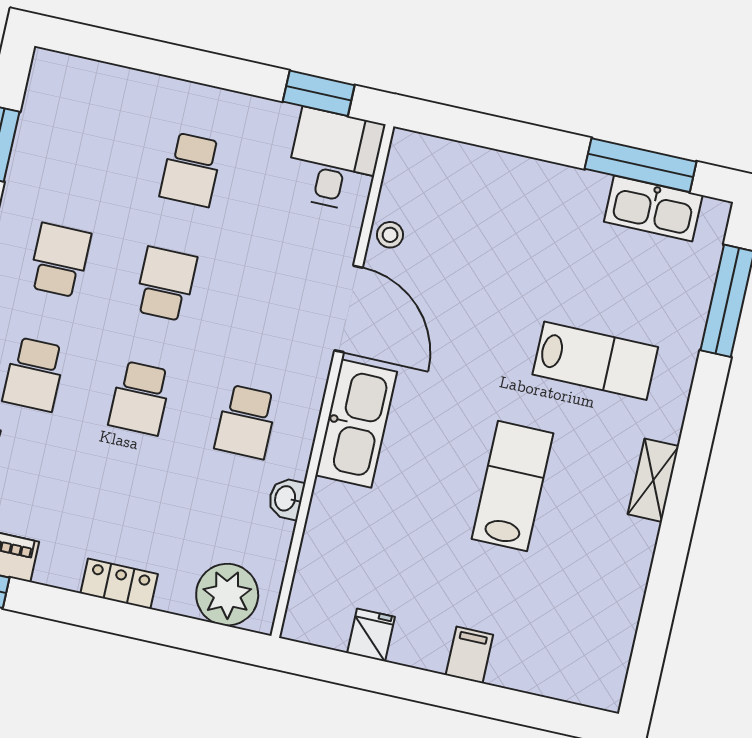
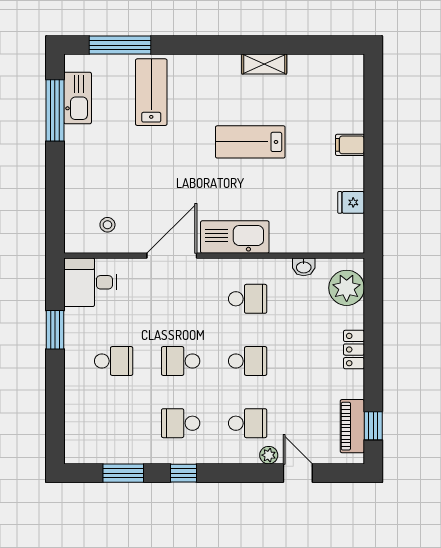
window: (319, 93) -> (55, 330), moved
stool: (390, 235) -> (107, 225), moved
lab bench: (595, 361) -> (151, 92), moved
shelving: (653, 480) -> (264, 64), moved
washbasin: (286, 499) -> (304, 267), moved

